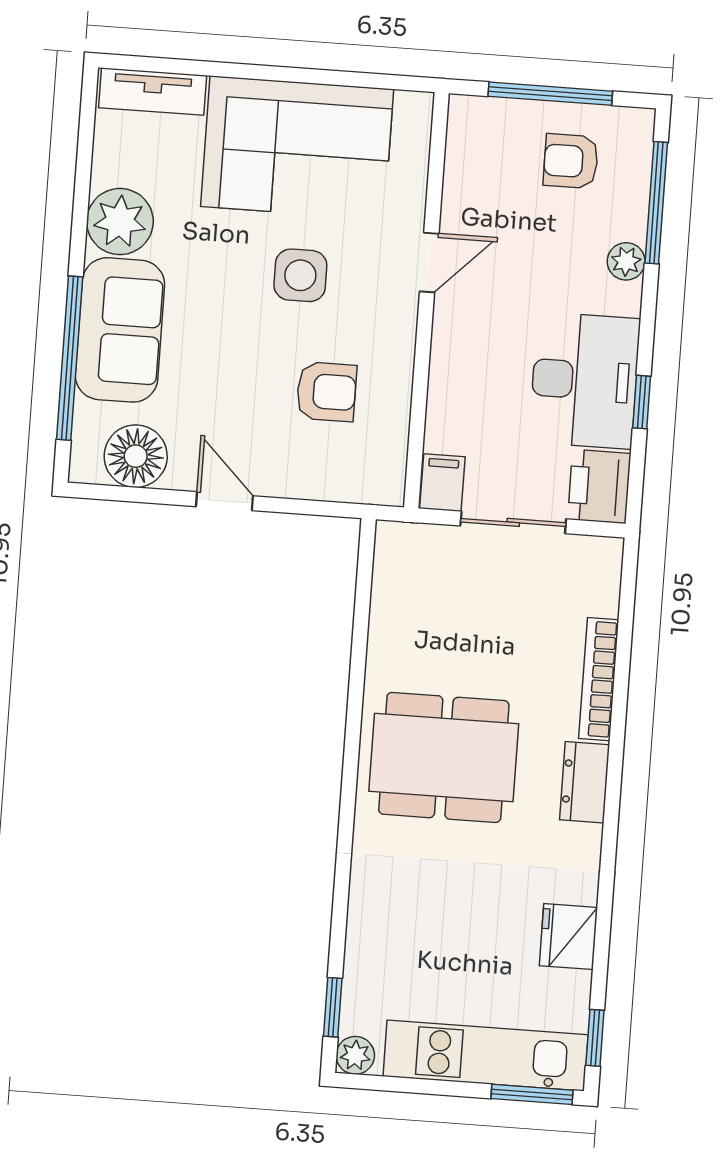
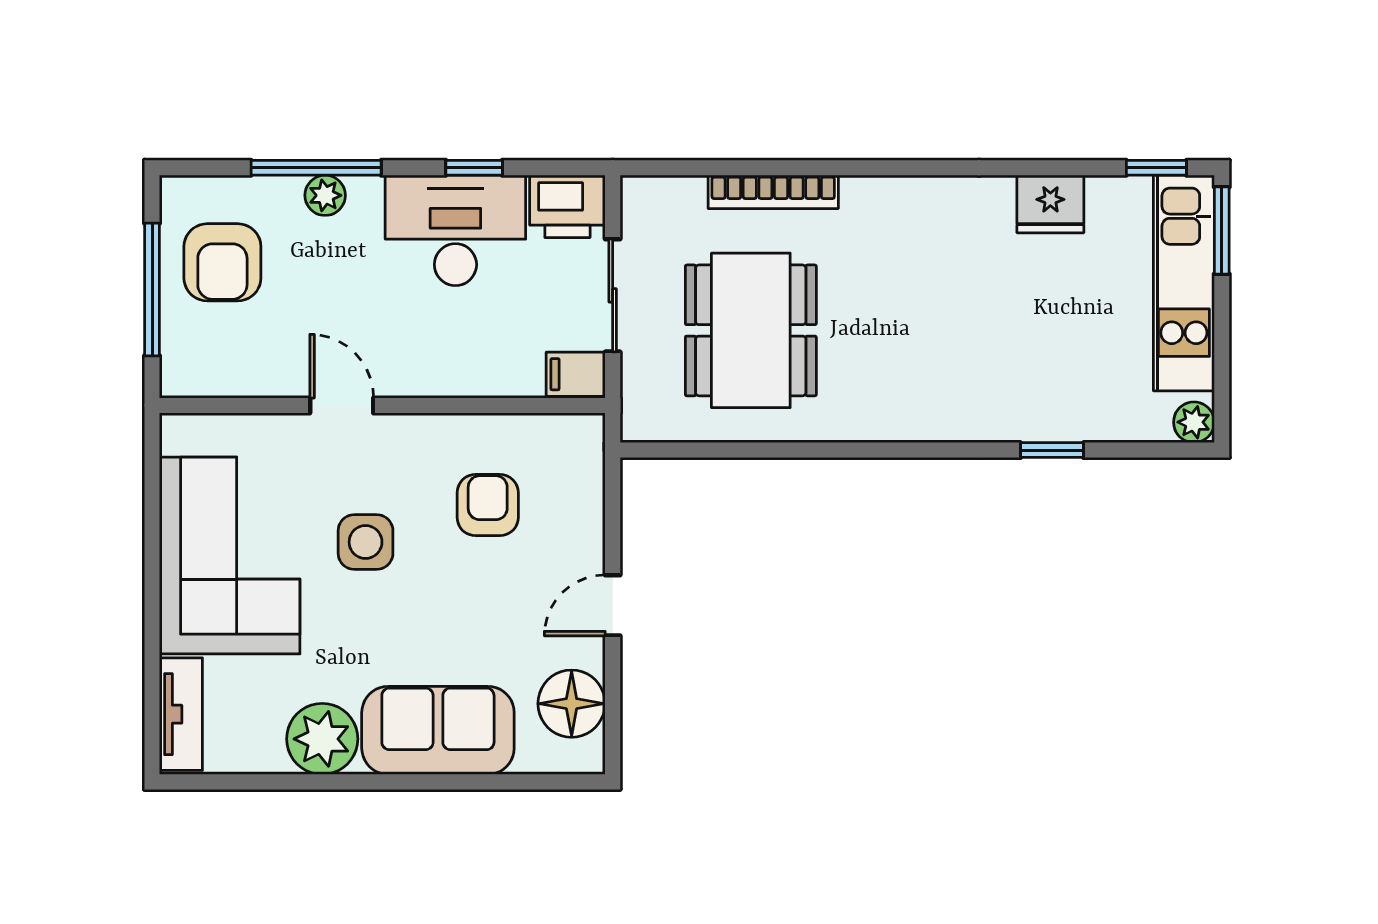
armchair: (571, 161) -> (222, 262), width x1.38, depth x1.38
window: (656, 203) -> (316, 168), moved
window: (70, 358) -> (472, 782), removed
dining table: (444, 757) -> (751, 330), moved
dresser: (585, 782) -> (884, 199), removed
window: (333, 1007) -> (1052, 450), moved

